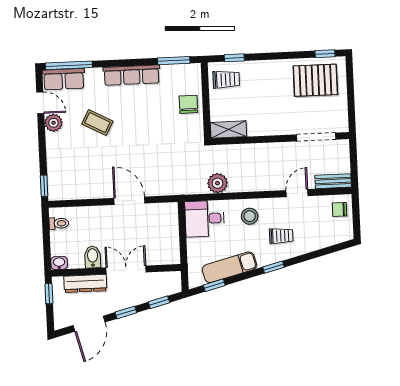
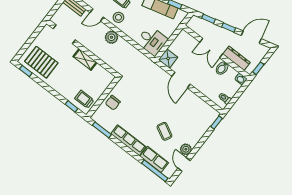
row of seats: (64, 79) -> (154, 159), moved
shelving: (228, 129) -> (85, 60), moved
plant: (217, 183) -> (111, 37), moved
shower: (167, 214) -> (168, 58), added
stool: (250, 216) -> (118, 17), moved

